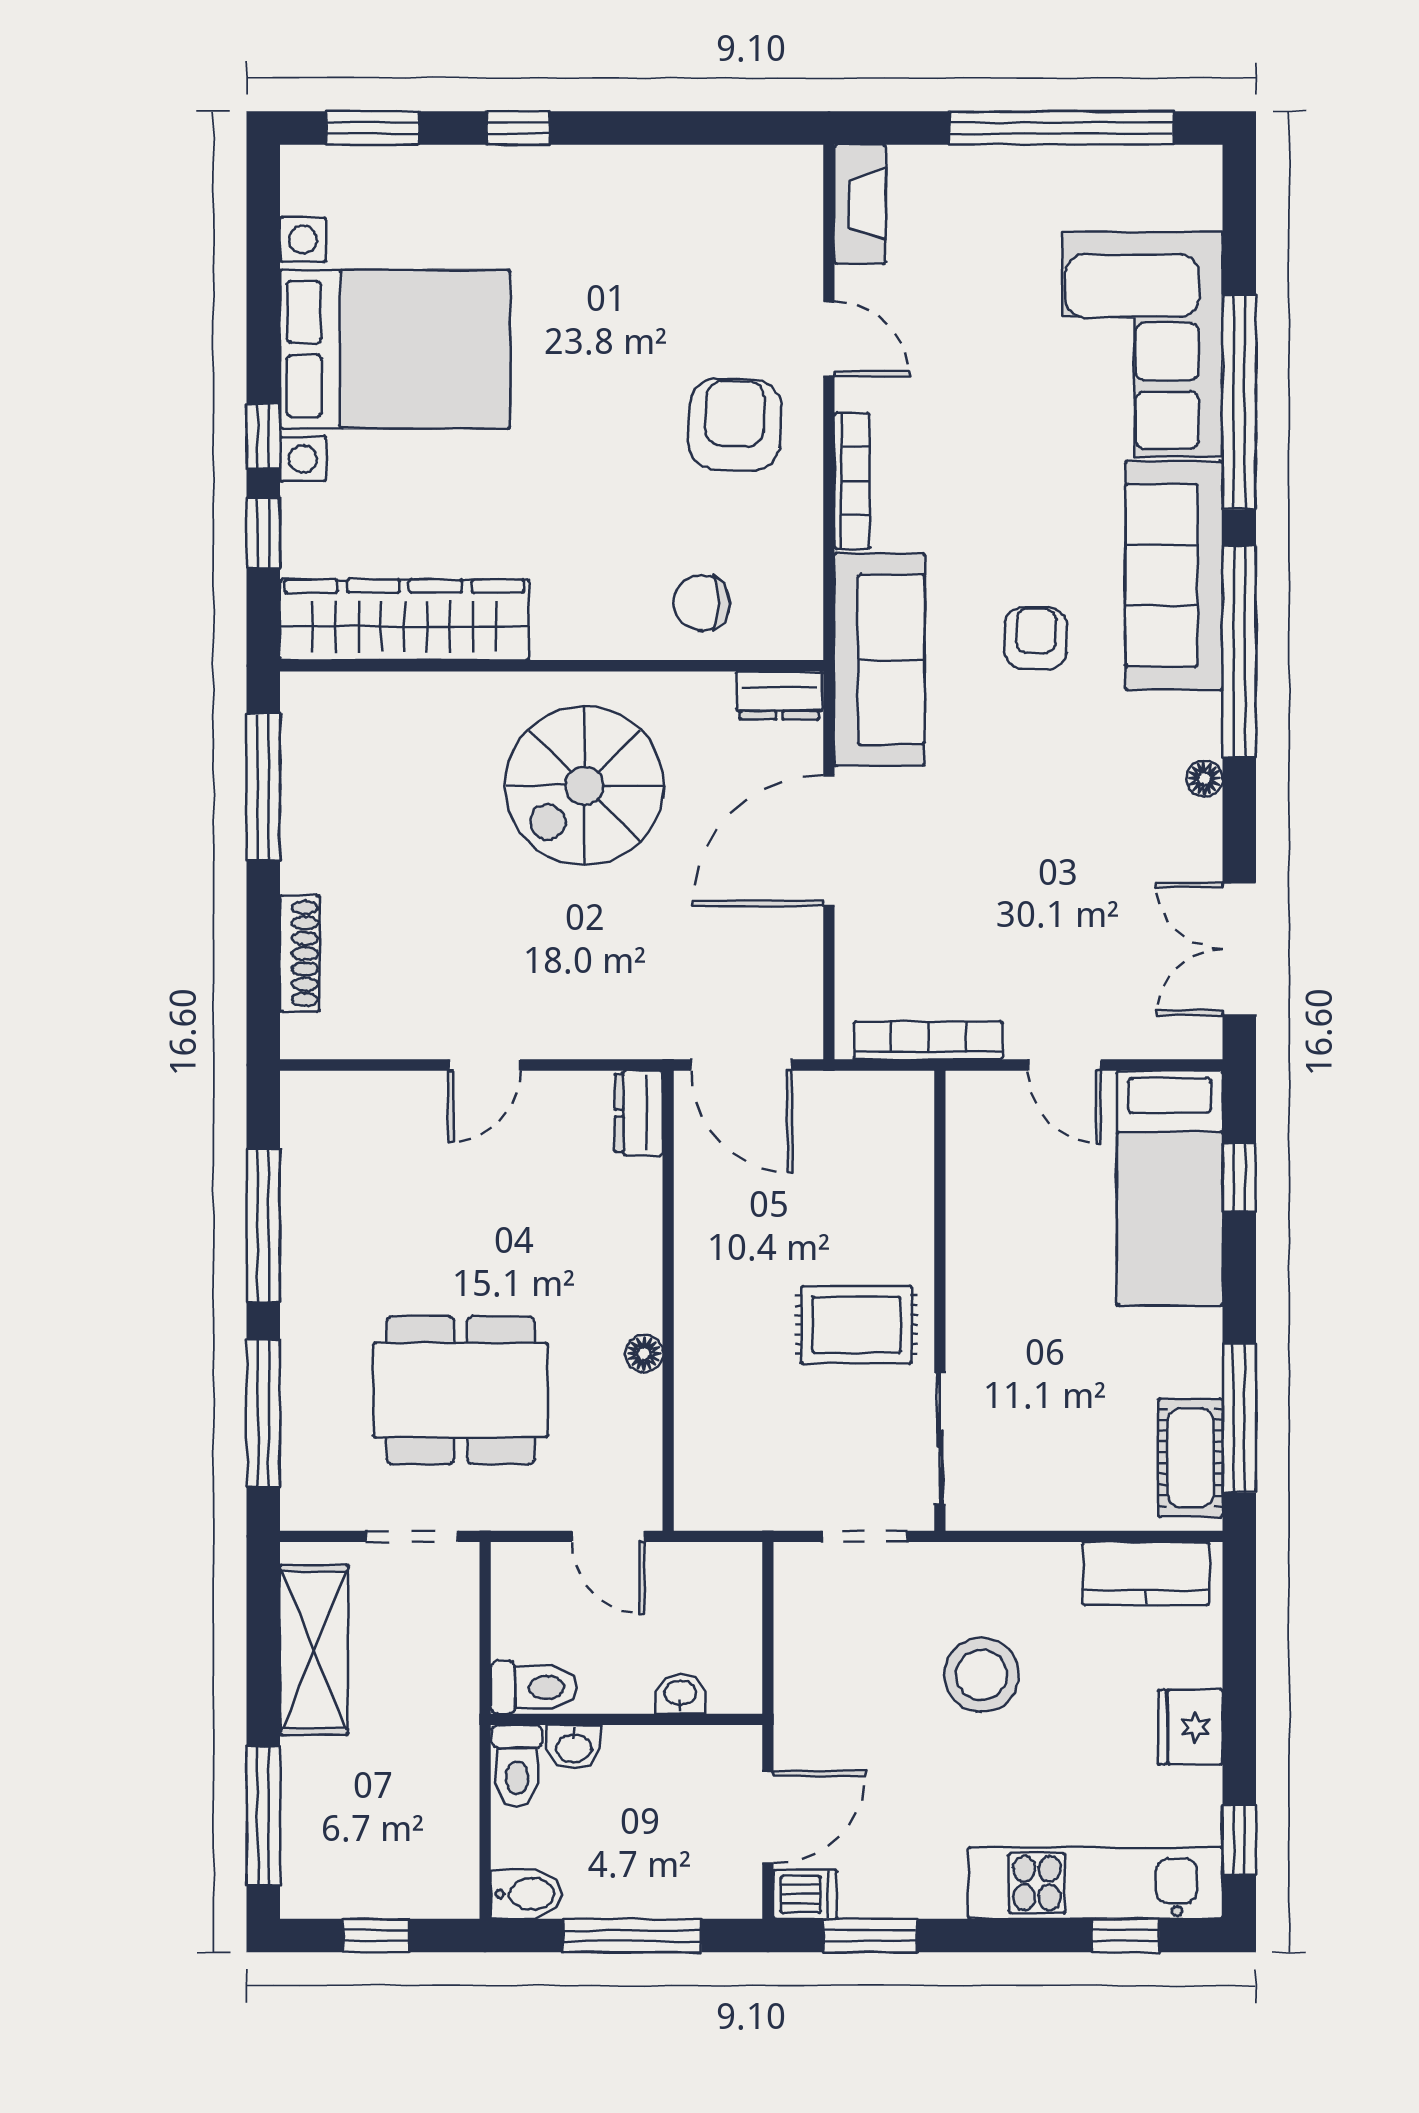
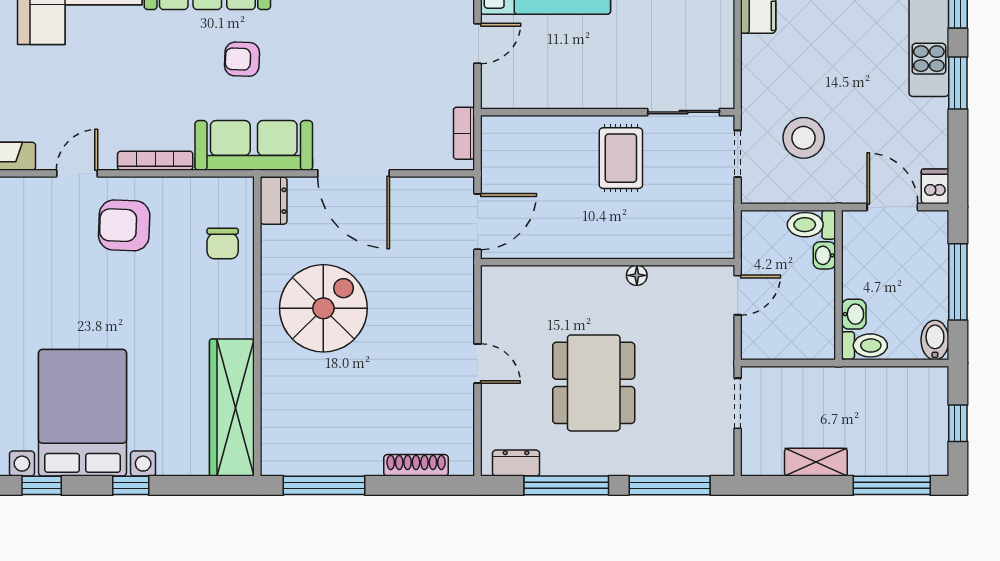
window: (263, 533) -> (42, 485), moved
spiral stairs: (584, 786) -> (323, 308), turned -90
bookcase: (928, 1040) -> (464, 133), width x0.64
dresser: (639, 1113) -> (516, 463), moved, turned 180
dining table: (461, 1390) -> (594, 383), moved
shelving: (314, 1650) -> (816, 462), width x0.67, depth x0.75
stool: (982, 1675) -> (804, 138), moved
toilet: (534, 1687) -> (811, 225), moved, turned -90
window: (870, 1936) -> (958, 83), moved

